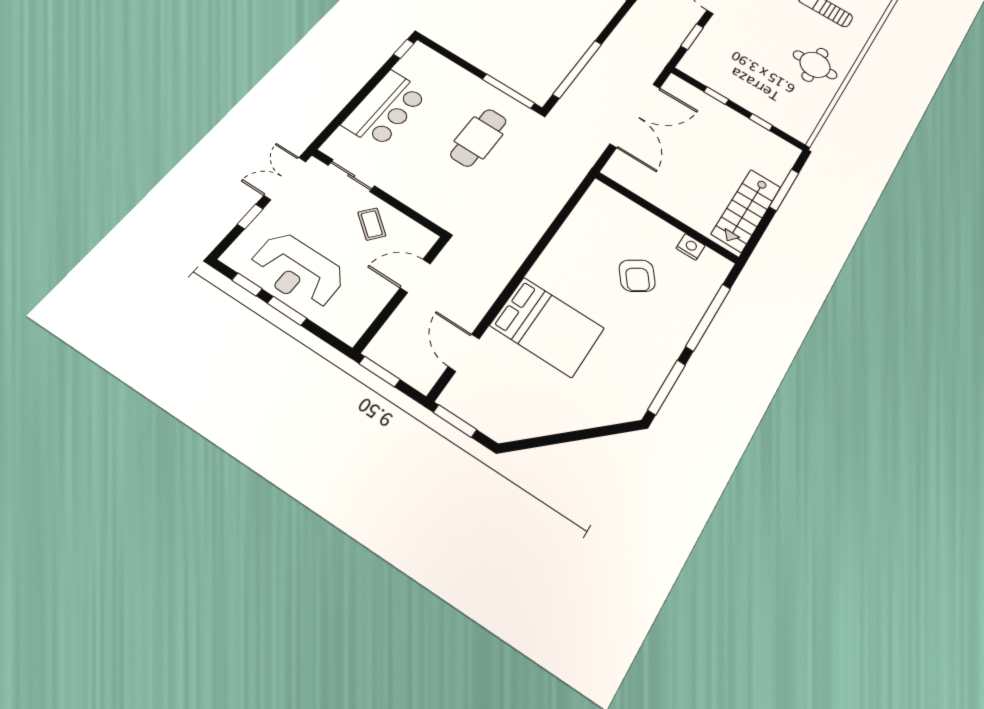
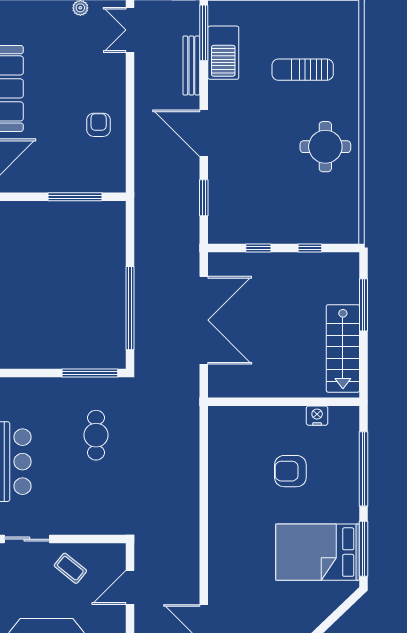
cafe table: (479, 138) -> (96, 435), width x0.73, depth x0.74
armchair: (637, 276) -> (290, 471), turned 126
bed: (547, 327) -> (318, 552), moved, turned 180

